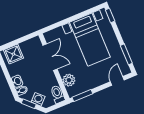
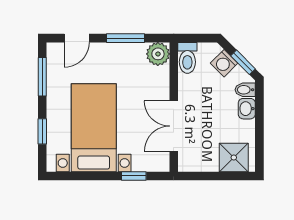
window: (110, 16) -> (42, 131), moved
window: (60, 24) -> (134, 176), added
plant: (69, 80) -> (158, 54), moved
window: (82, 96) -> (125, 38), moved

